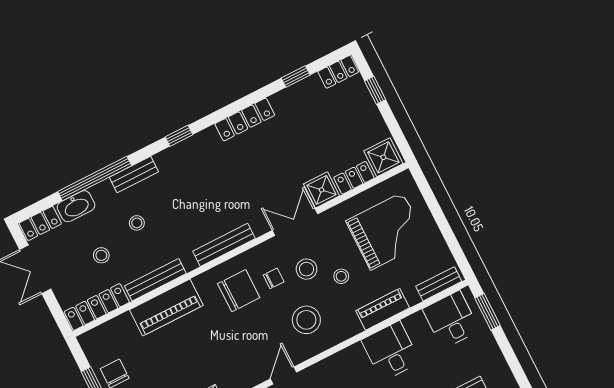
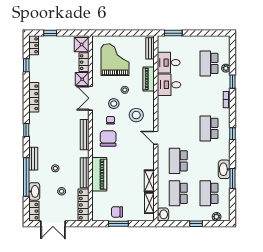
desk: (451, 320) -> (169, 63), moved

